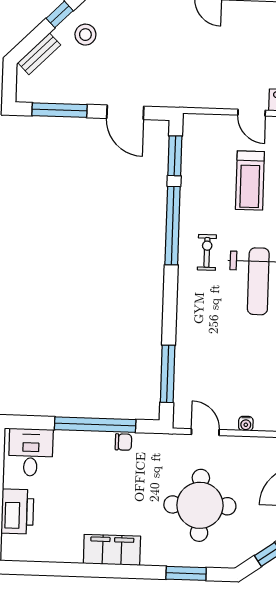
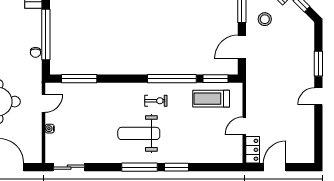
stool: (85, 35) -> (265, 19), moved
treadmill: (250, 181) -> (211, 99), moved

